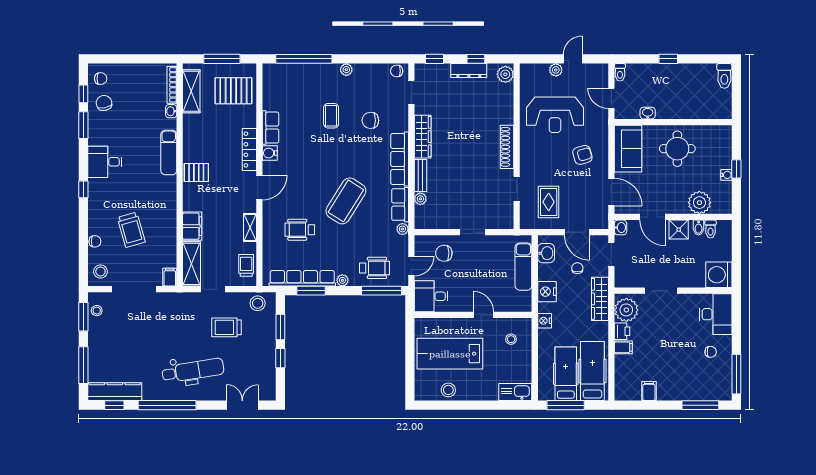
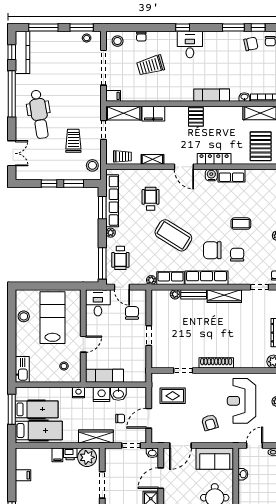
chair: (365, 152) -> (212, 250), added
desk: (105, 162) -> (190, 44), moved
washbasin: (546, 253) -> (118, 394), moved
exam couch: (523, 267) -> (104, 376), moved

